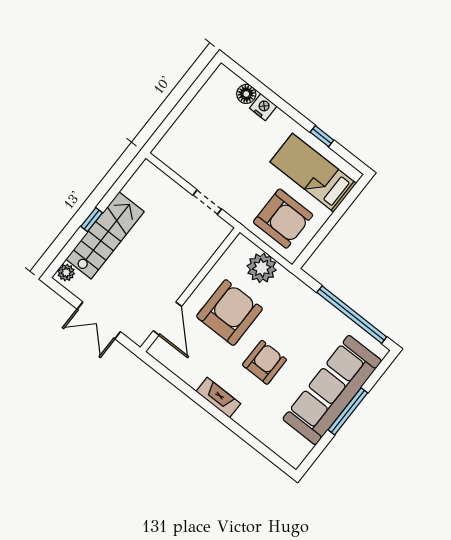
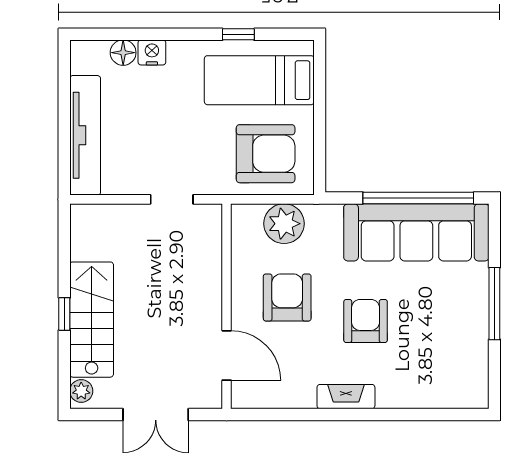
tv unit: (186, 125) -> (85, 135), added
armchair: (229, 313) -> (287, 298), width x0.73, depth x0.73
sofa: (332, 390) -> (416, 232), moved, turned -90

